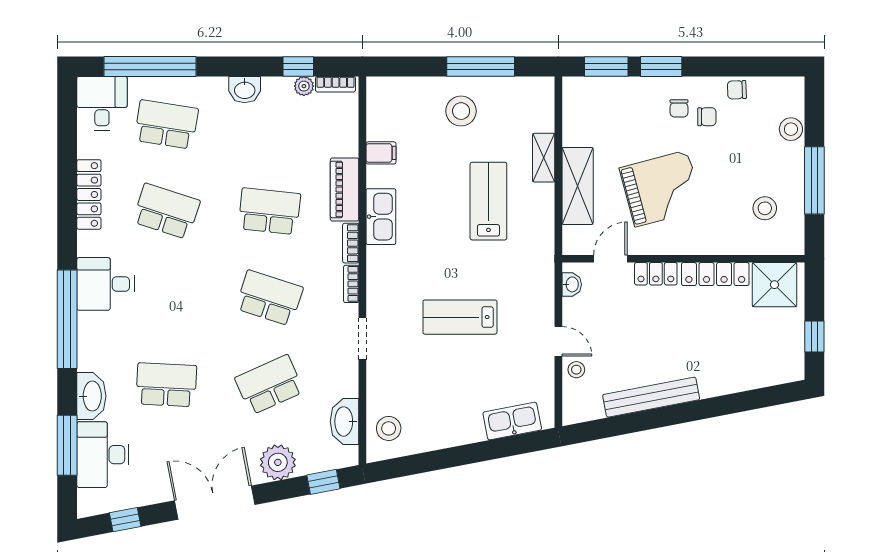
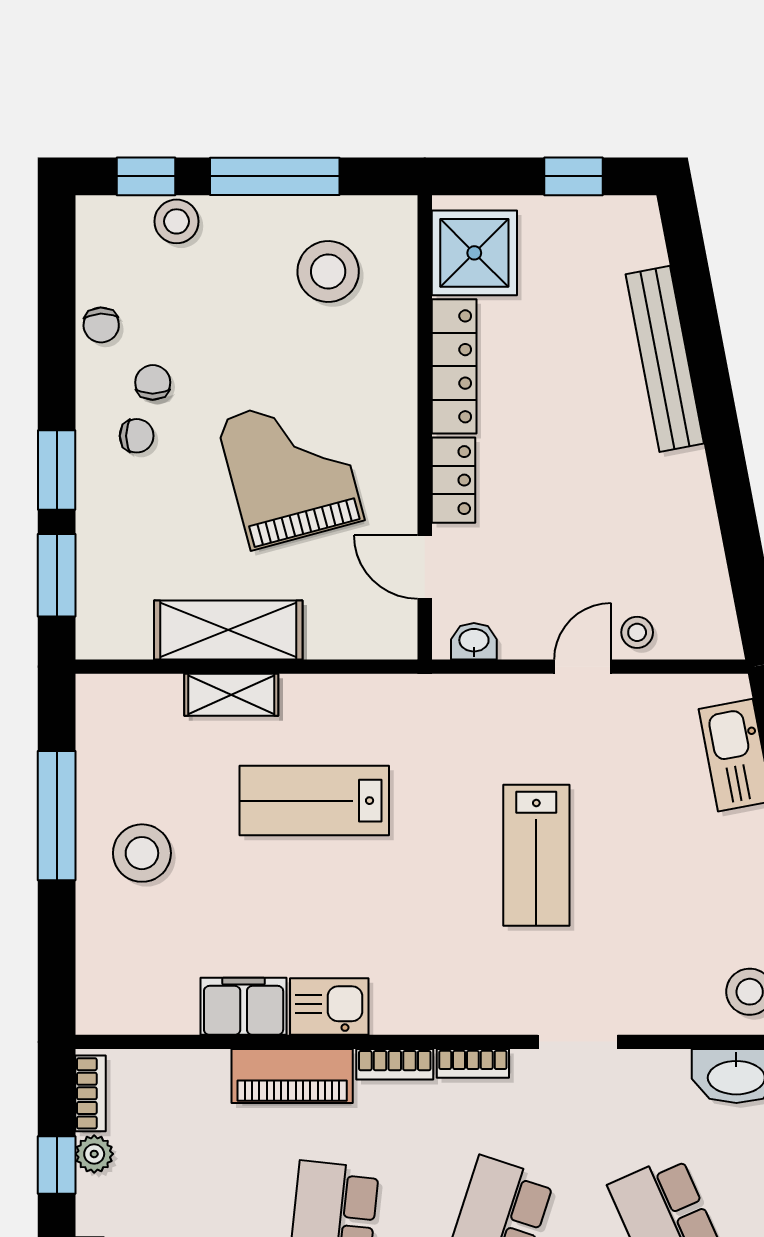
window: (814, 113) -> (146, 176), added
filing cabinet: (381, 153) -> (244, 1006), width x2.00
shelving: (578, 186) -> (228, 630), moved
stool: (765, 208) -> (328, 271), width x1.38, depth x1.38
kitchen sink: (381, 217) -> (329, 1007), width x0.73
bench: (651, 397) -> (665, 359), moved

